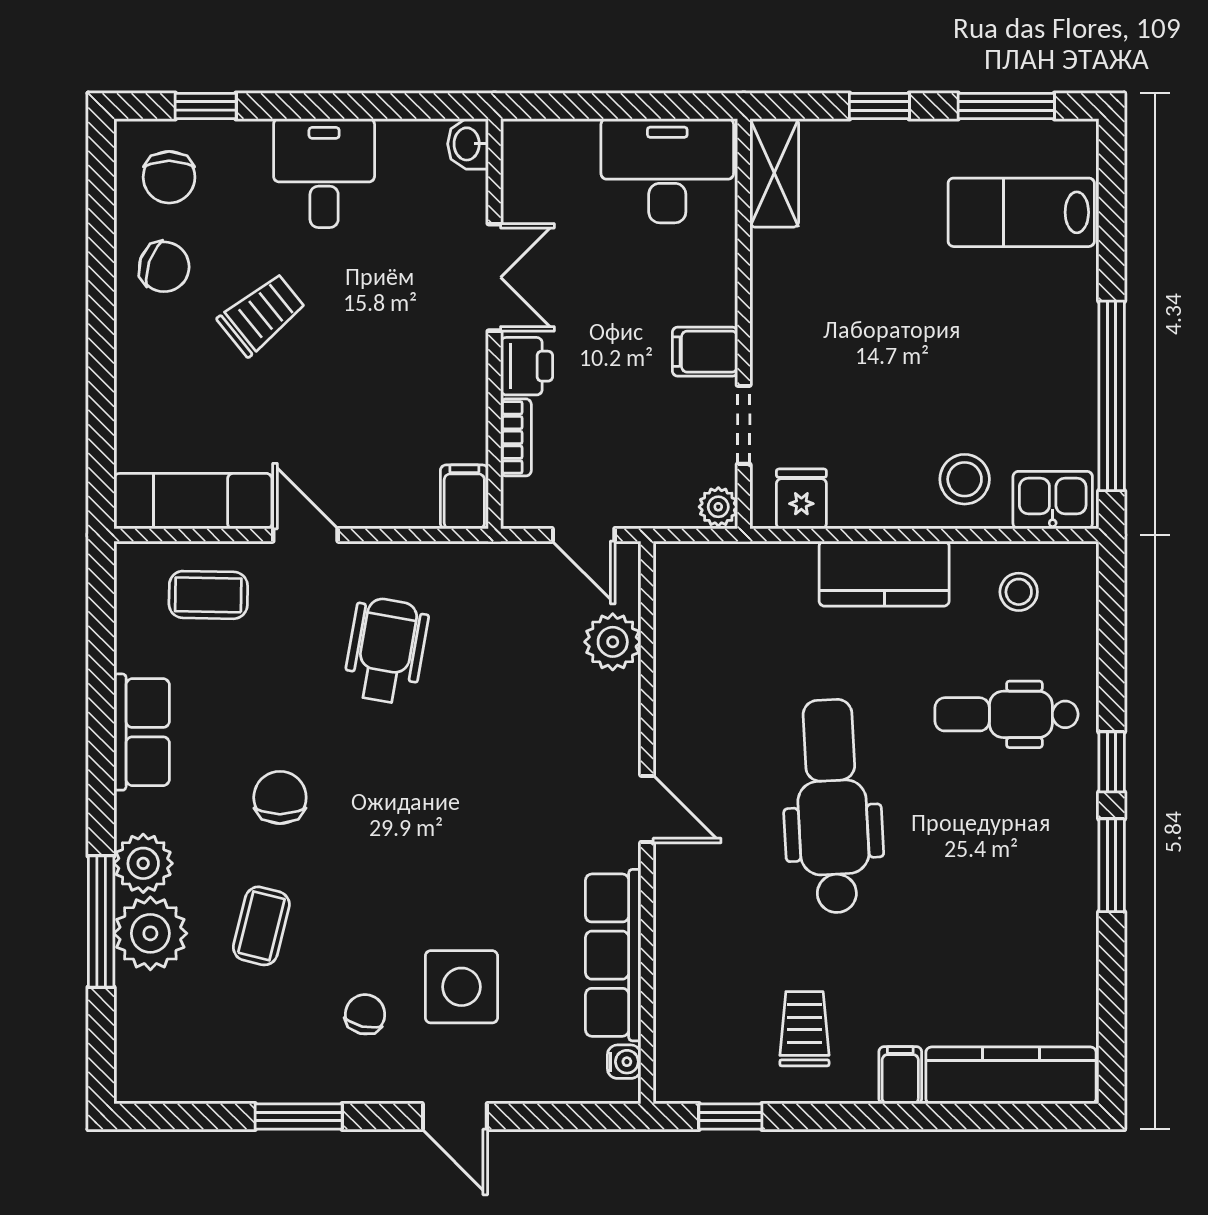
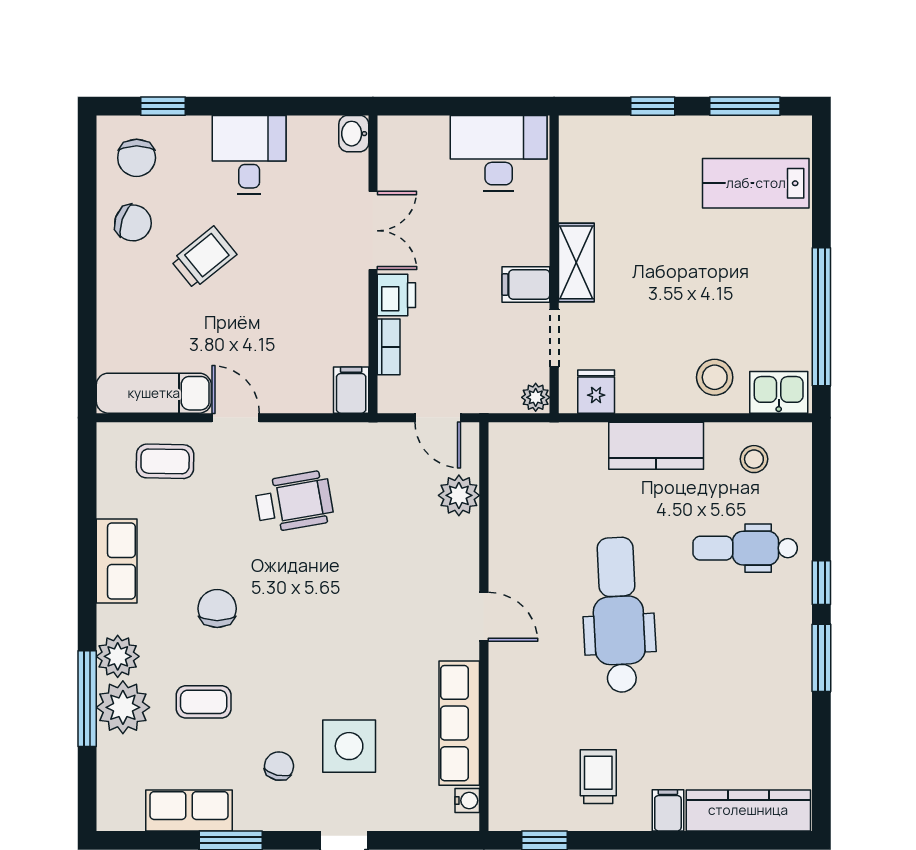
shelving: (774, 173) -> (576, 262), moved
wheelchair: (386, 651) -> (294, 502), turned 70
coffee table: (261, 926) -> (204, 702), turned 76
row of seats: (241, 1075) -> (189, 810), added

